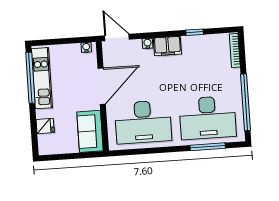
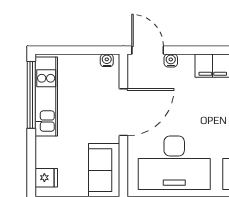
water cooler: (148, 43) -> (171, 61), moved
fridge: (45, 126) -> (46, 178), moved

